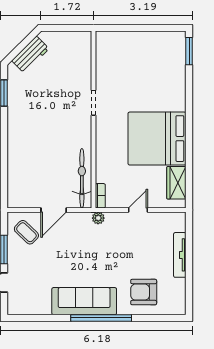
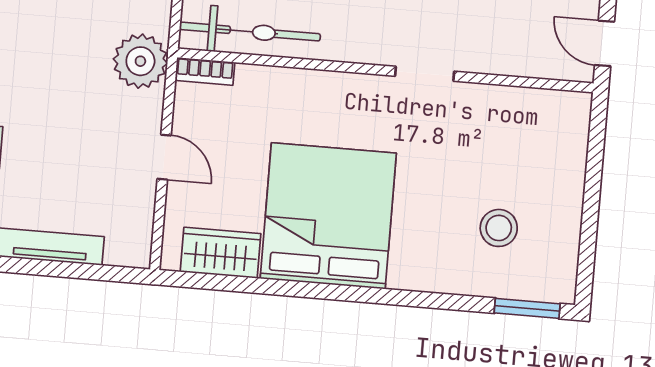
door: (74, 28) -> (605, 43), added
stool: (156, 66) -> (499, 228), added
plant: (98, 218) -> (140, 61), width x1.88, depth x1.88

